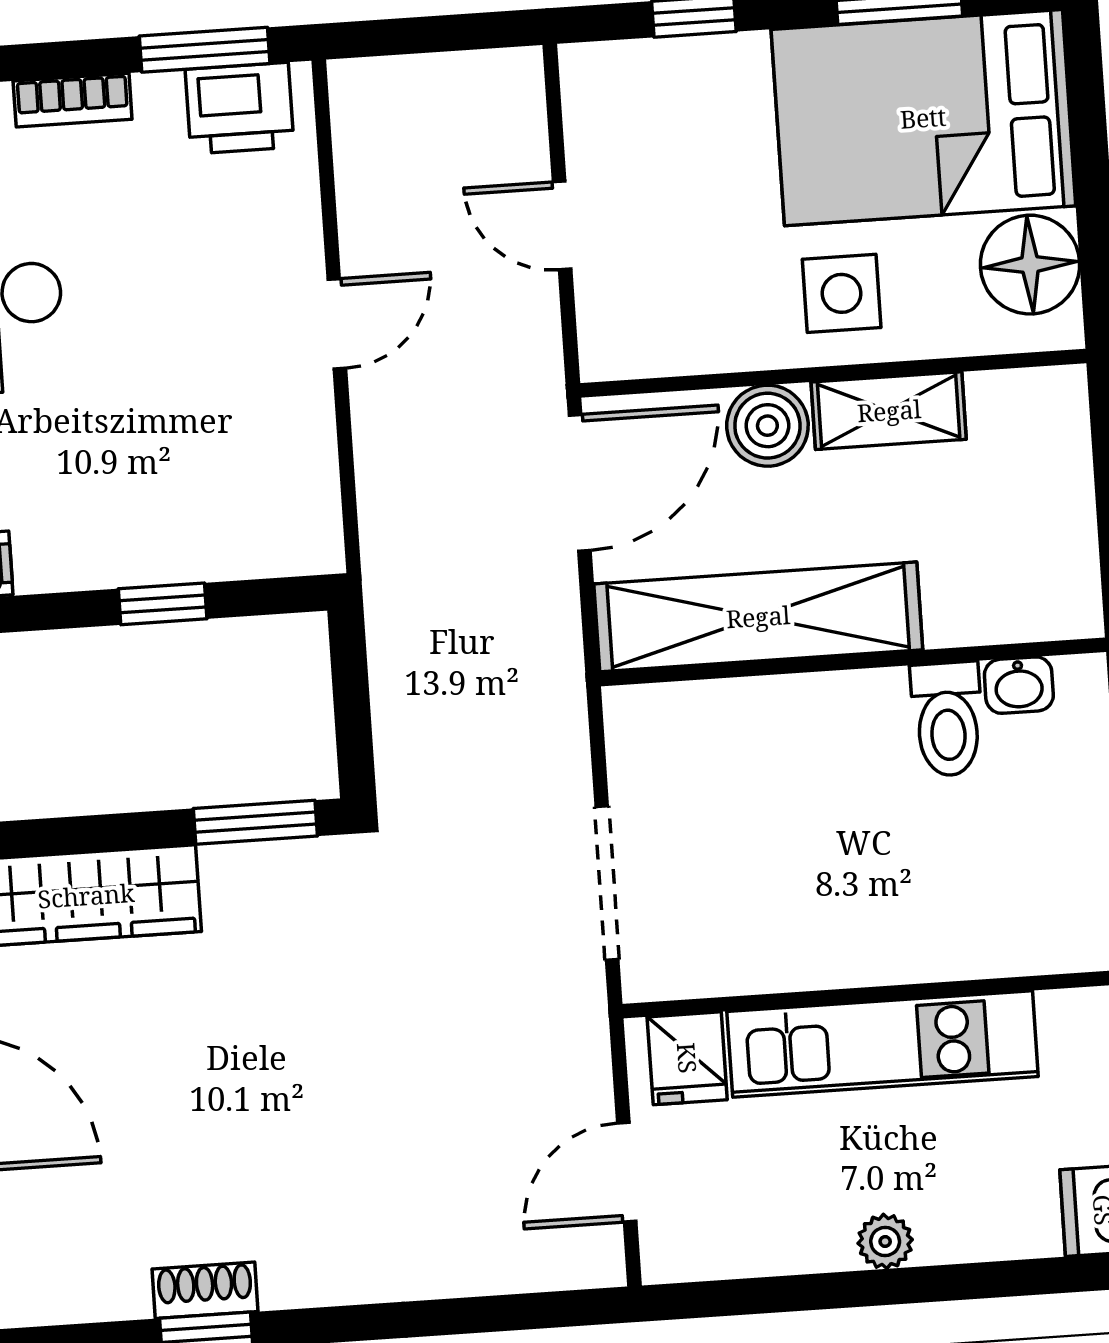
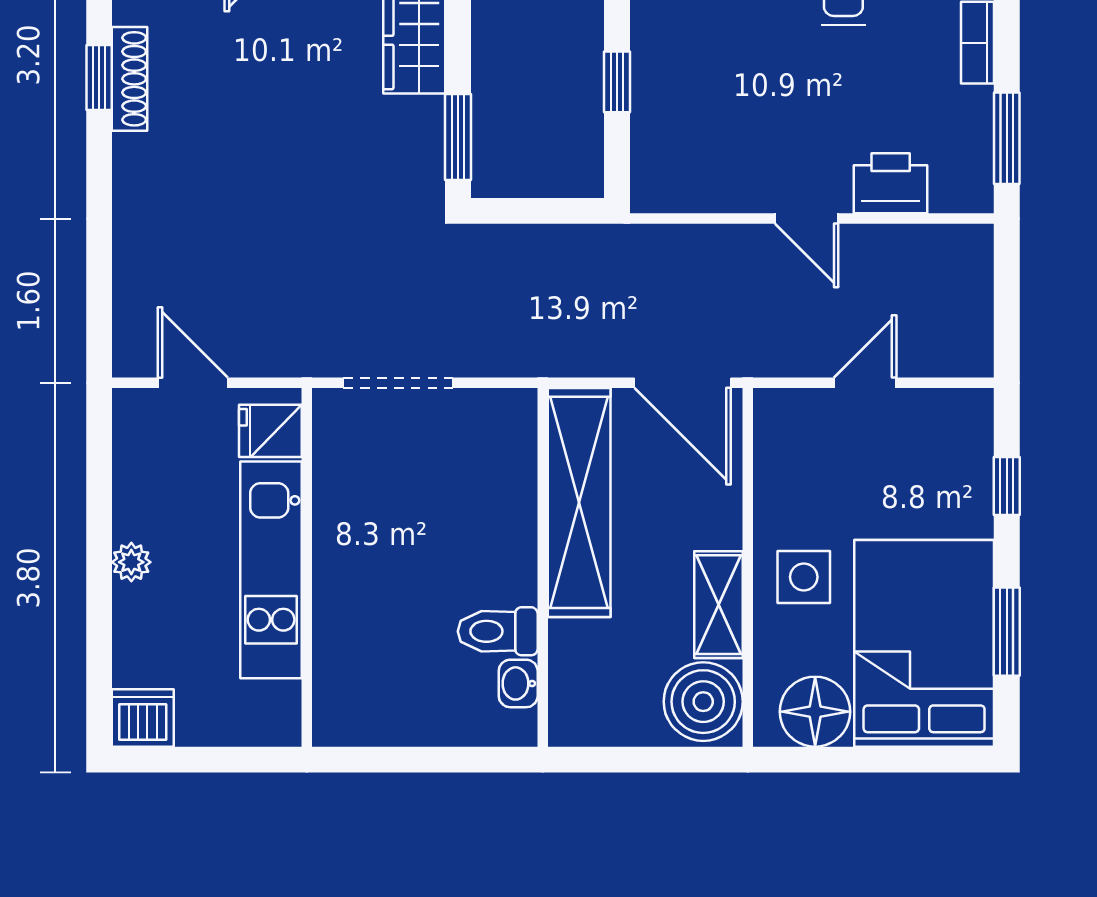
printer: (240, 108) -> (891, 183), moved, turned 90
boiler: (767, 426) -> (703, 702), moved, width x1.37, depth x1.37
shoe rack: (205, 1290) -> (130, 79), width x1.43

